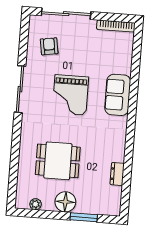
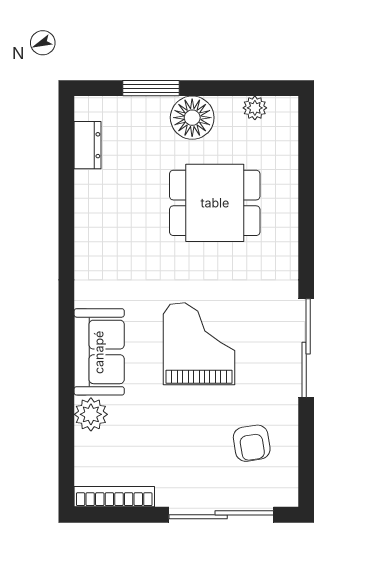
plant: (124, 66) -> (91, 414), added
dresser: (117, 174) -> (87, 145), moved

